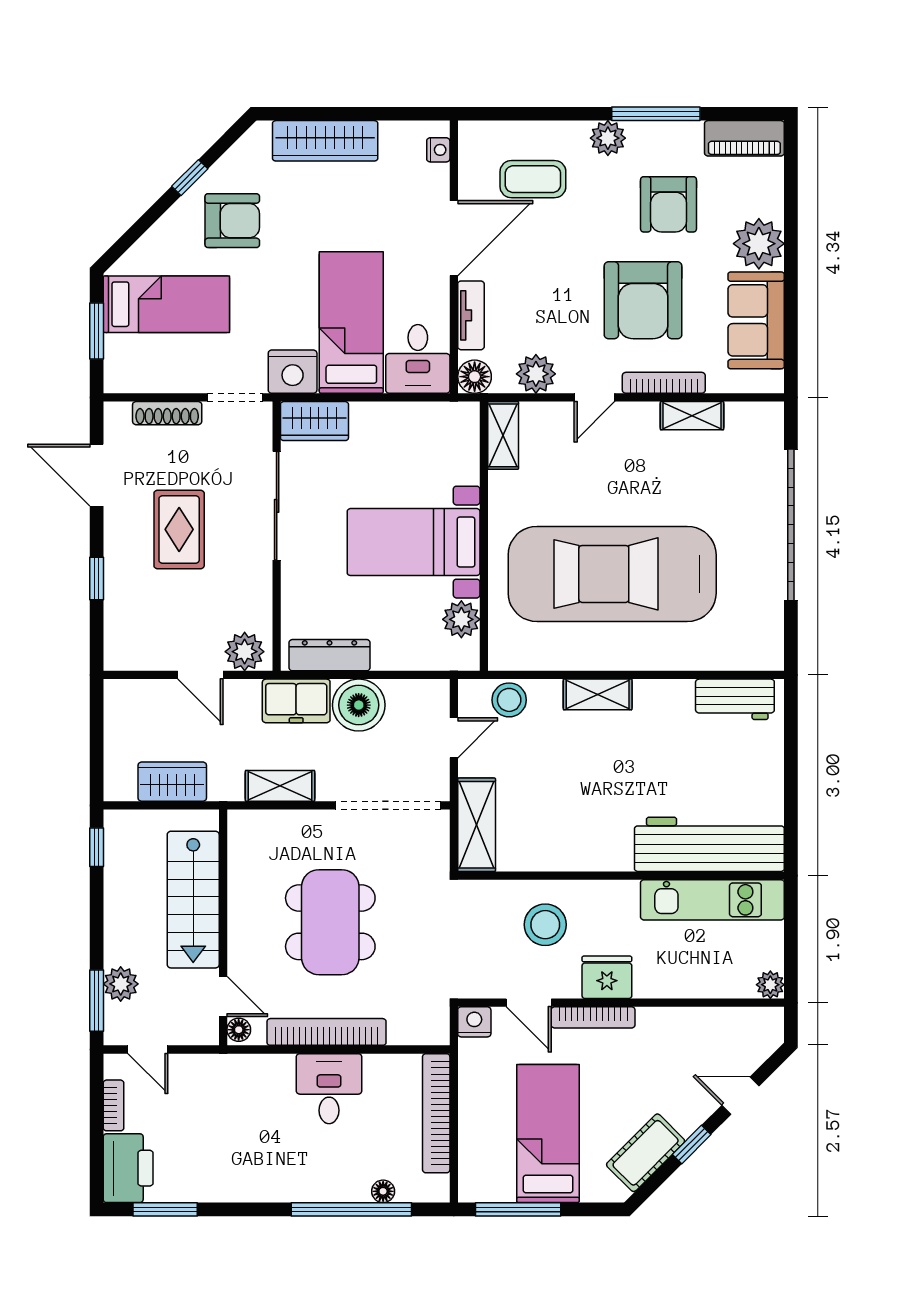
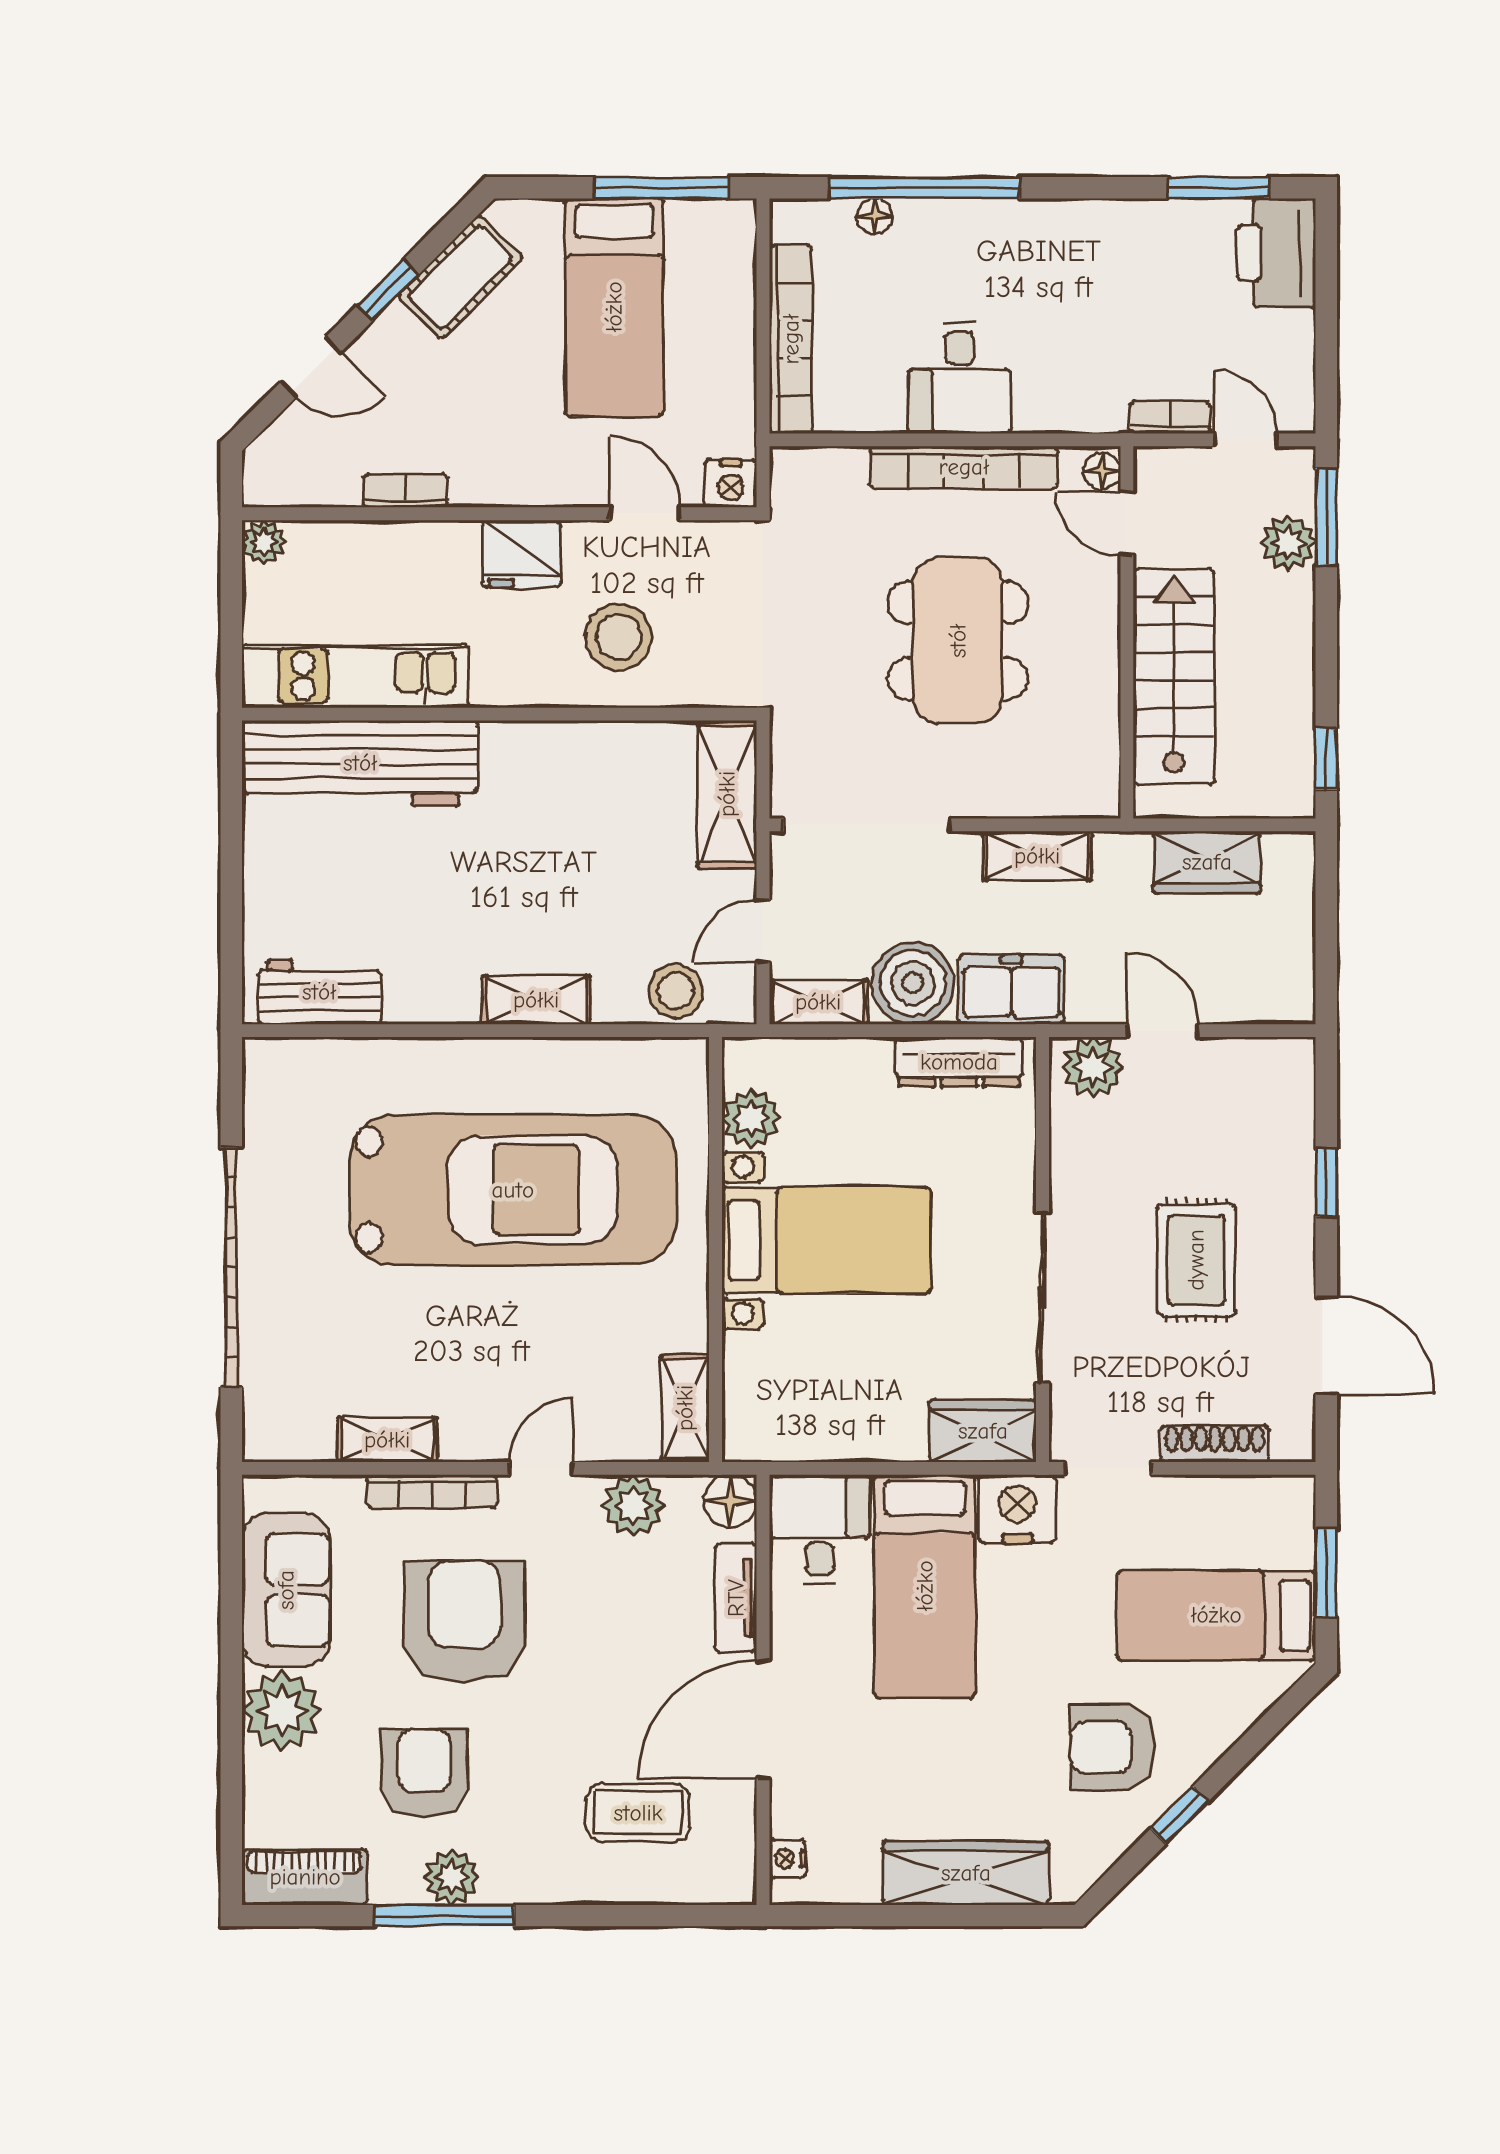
plant: (608, 138) -> (452, 1877), moved
shelving: (419, 693) -> (818, 1002), added
bookcase: (593, 1017) -> (405, 490), moved, width x0.64
bookcase: (114, 1105) -> (1170, 417), moved, turned 90

